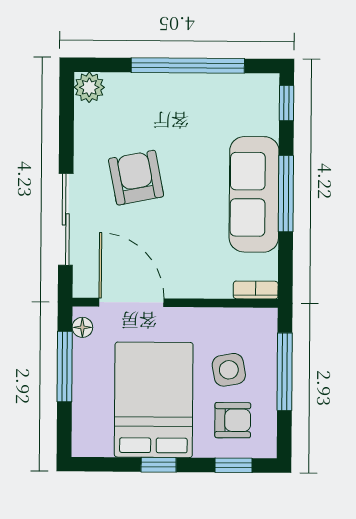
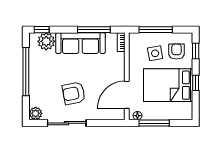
plant: (259, 114) -> (46, 41), added
window: (286, 194) -> (94, 30), moved
sliding door: (66, 219) -> (67, 123), moved

